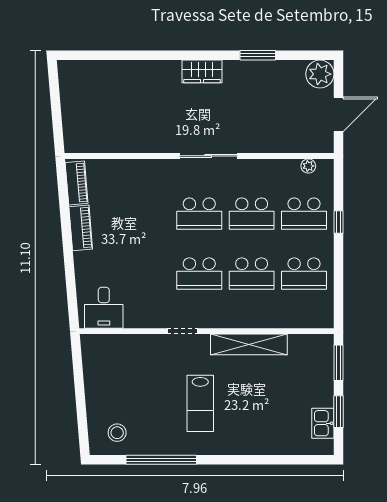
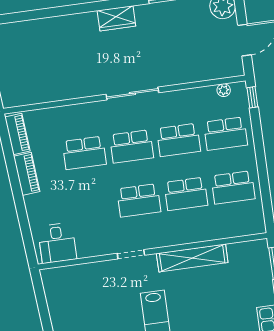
school desk: (147, 214) -> (84, 153), added
window: (339, 222) -> (252, 97), moved

